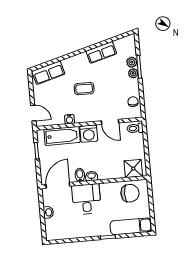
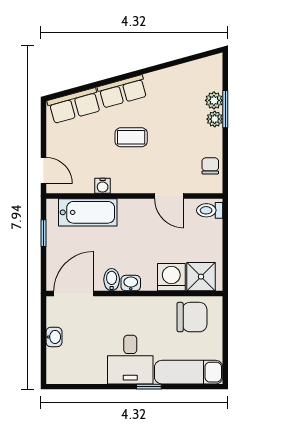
row of seats: (101, 52) -> (122, 91), moved
washing machine: (89, 134) -> (171, 277), moved, turned 180
desk: (86, 199) -> (130, 360), moved, turned 180

